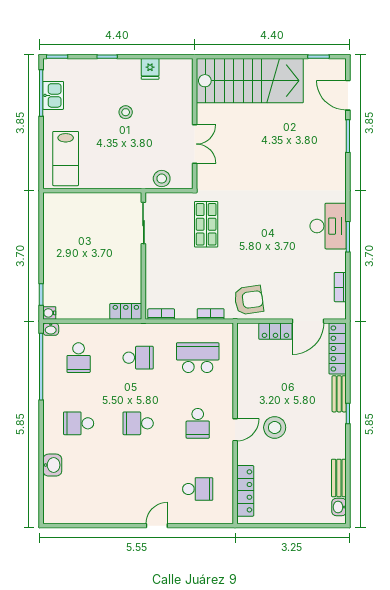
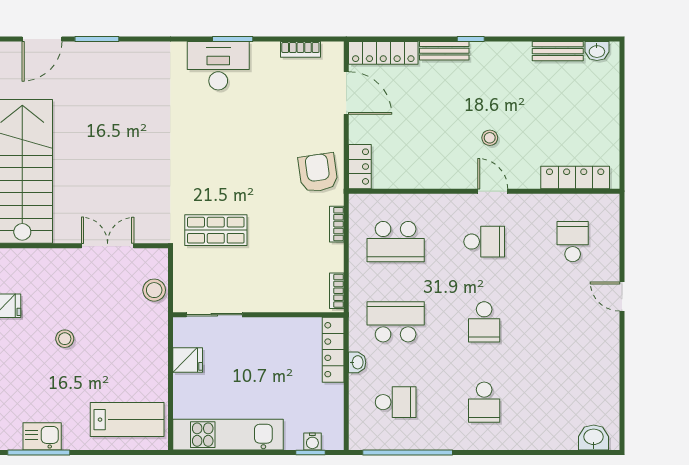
fridge: (110, 203) -> (188, 360), added
kitchen unit: (54, 233) -> (228, 435), added
locker: (126, 311) -> (333, 350), width x1.53
water cooler: (49, 313) -> (312, 442), moved
washbasin: (51, 329) -> (357, 362), moved
locker: (275, 331) -> (360, 167), moved
school desk: (138, 358) -> (396, 322), width x1.85
school desk: (198, 358) -> (396, 242), turned -90
stool: (275, 427) -> (490, 138), width x0.53, depth x0.53
washbasin: (52, 465) -> (594, 438), moved

